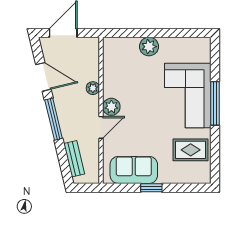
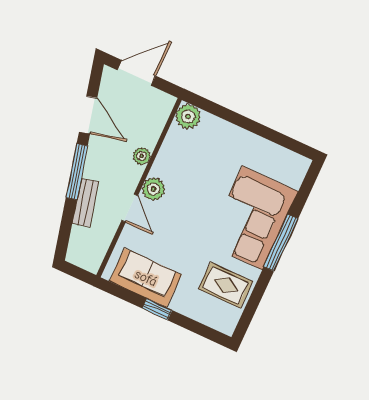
plant: (149, 47) -> (188, 117), moved
door: (101, 127) -> (130, 208), hinge flipped
bench: (74, 159) -> (85, 203), moved

